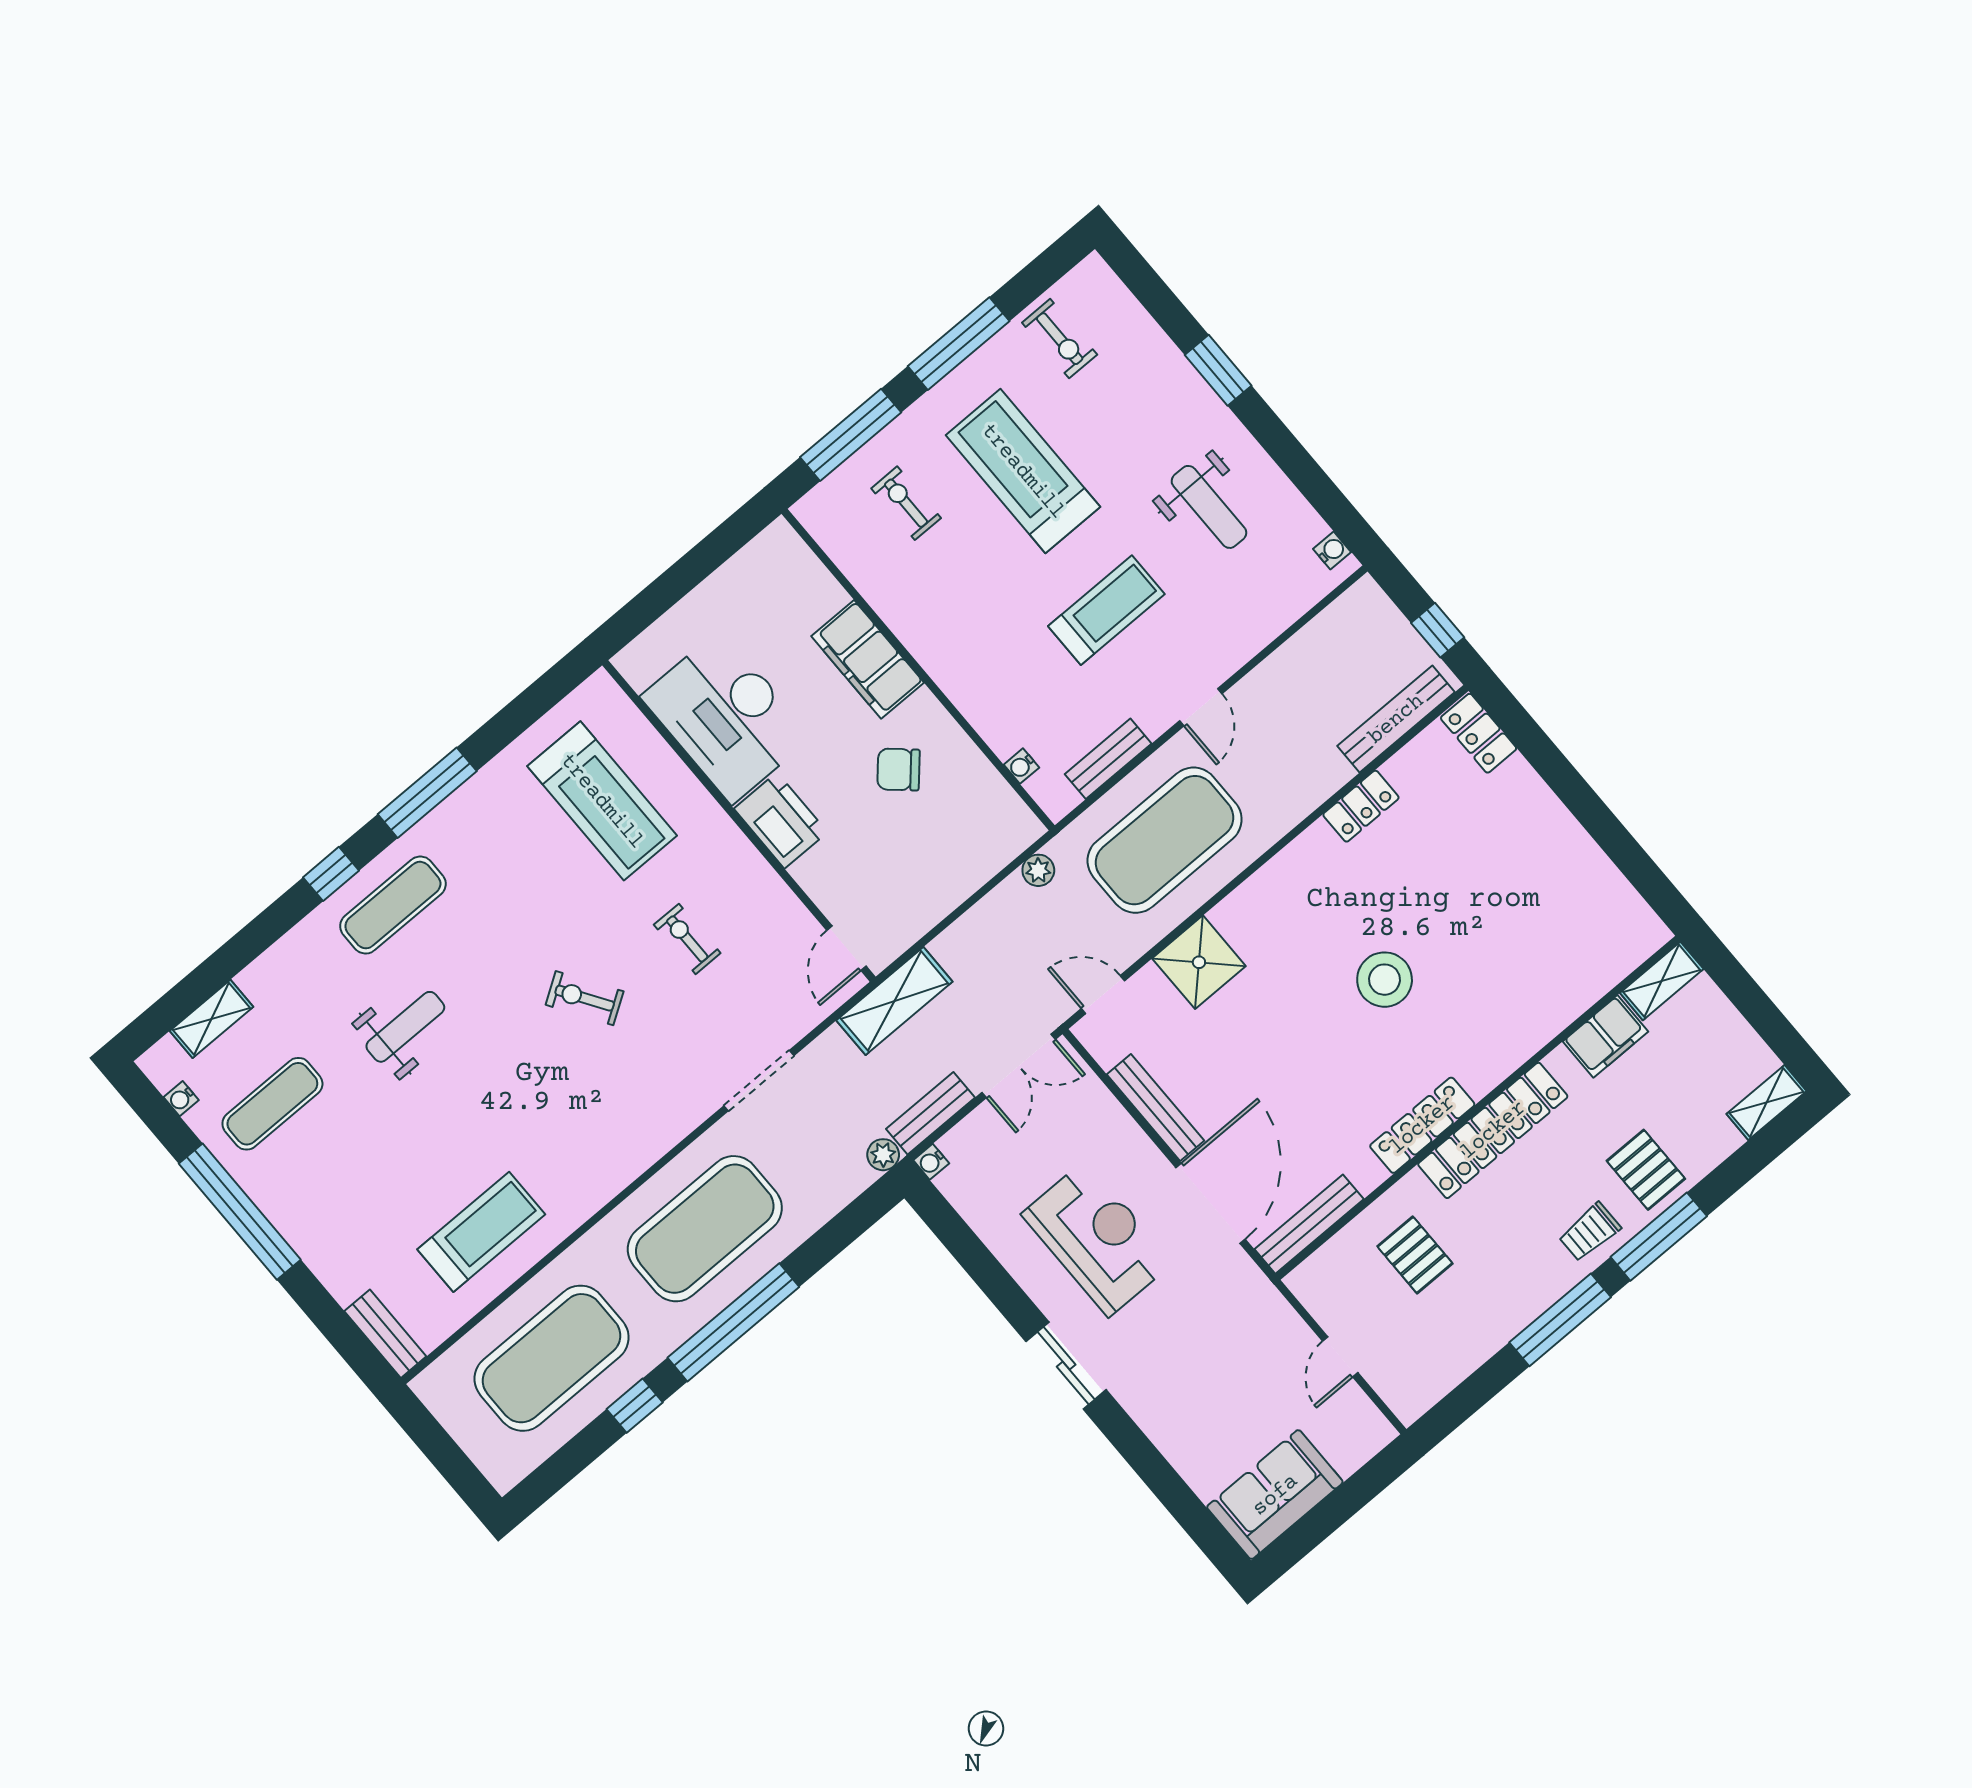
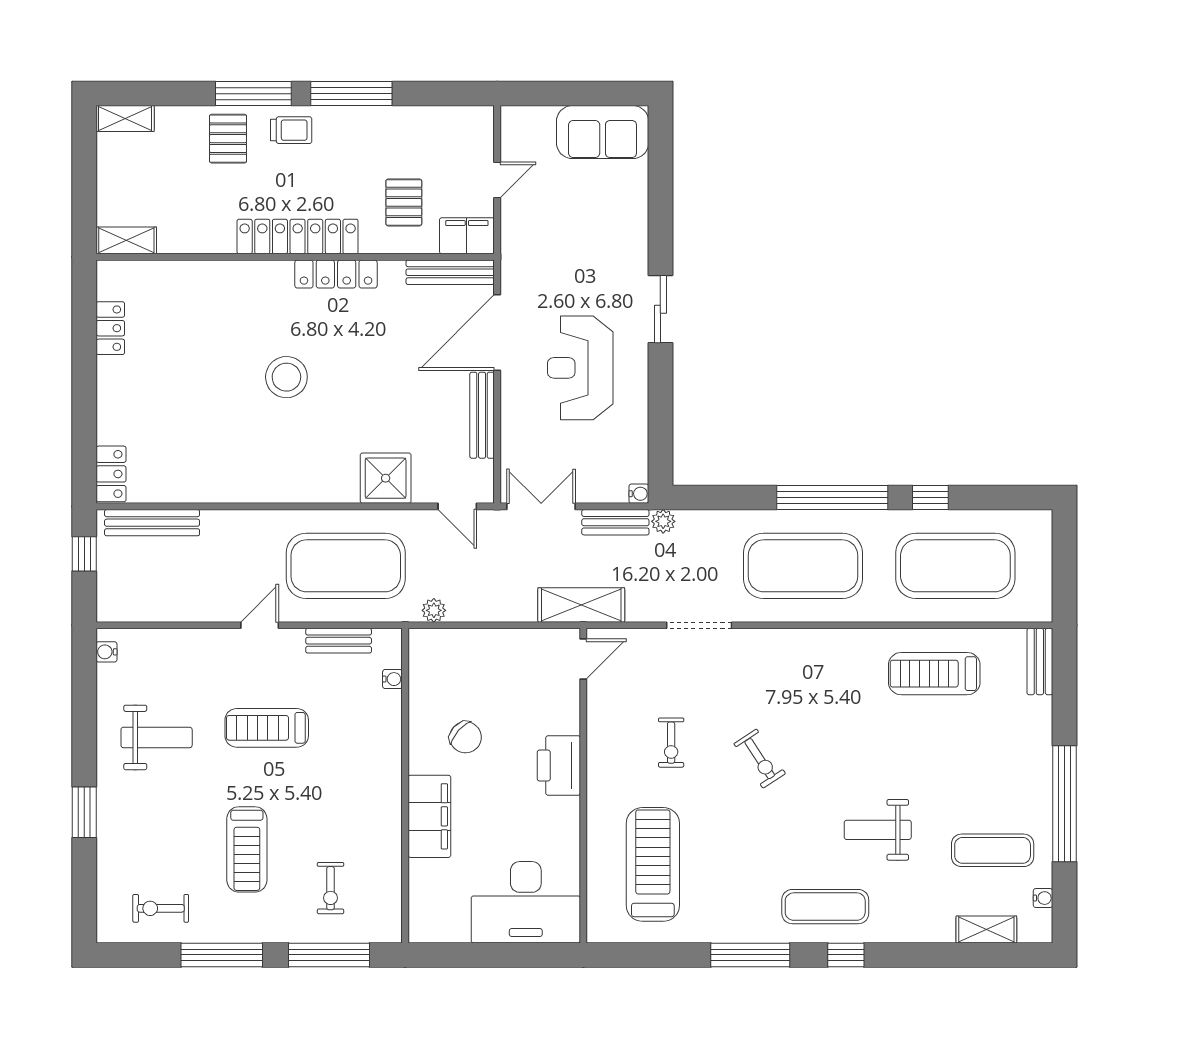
exercise bike: (1060, 339) -> (161, 908), turned -90
treadmill: (1023, 471) -> (247, 849), width x0.73, depth x0.73
weight bench: (1209, 507) -> (157, 737), turned 90
desk: (726, 717) -> (526, 902), moved, turned 90
locker: (1361, 806) -> (110, 328), moved, turned 90
filing cabinet: (1605, 1036) -> (467, 236), moved

